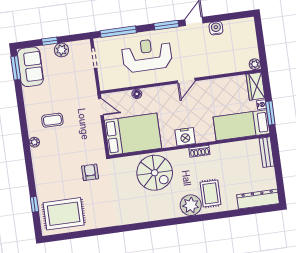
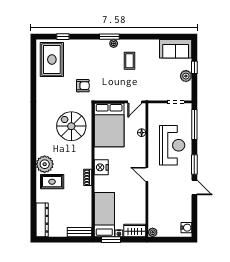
water cooler: (216, 28) -> (186, 228), moved
window: (16, 68) -> (109, 37), moved
spiral stairs: (155, 173) -> (71, 126), moved, turned 90

